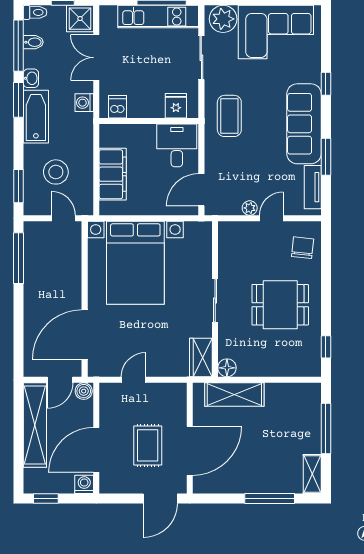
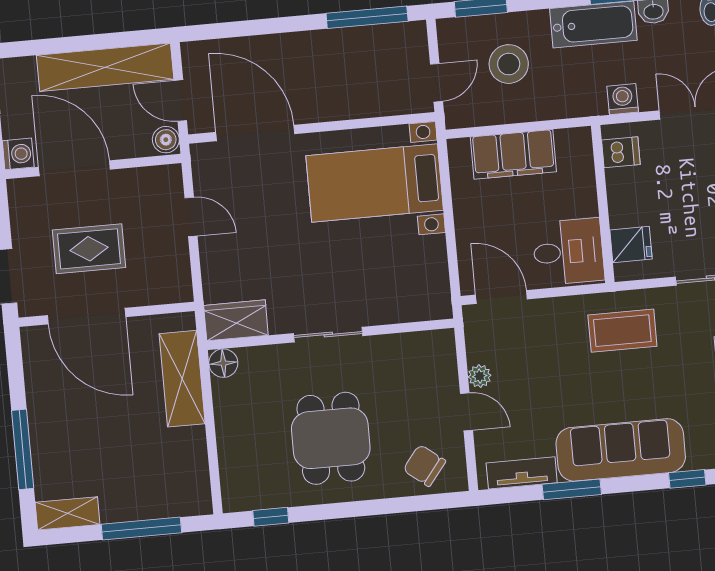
chair: (303, 248) -> (424, 466), turned -148
bed with nightstands: (135, 263) -> (375, 183), width x0.73

